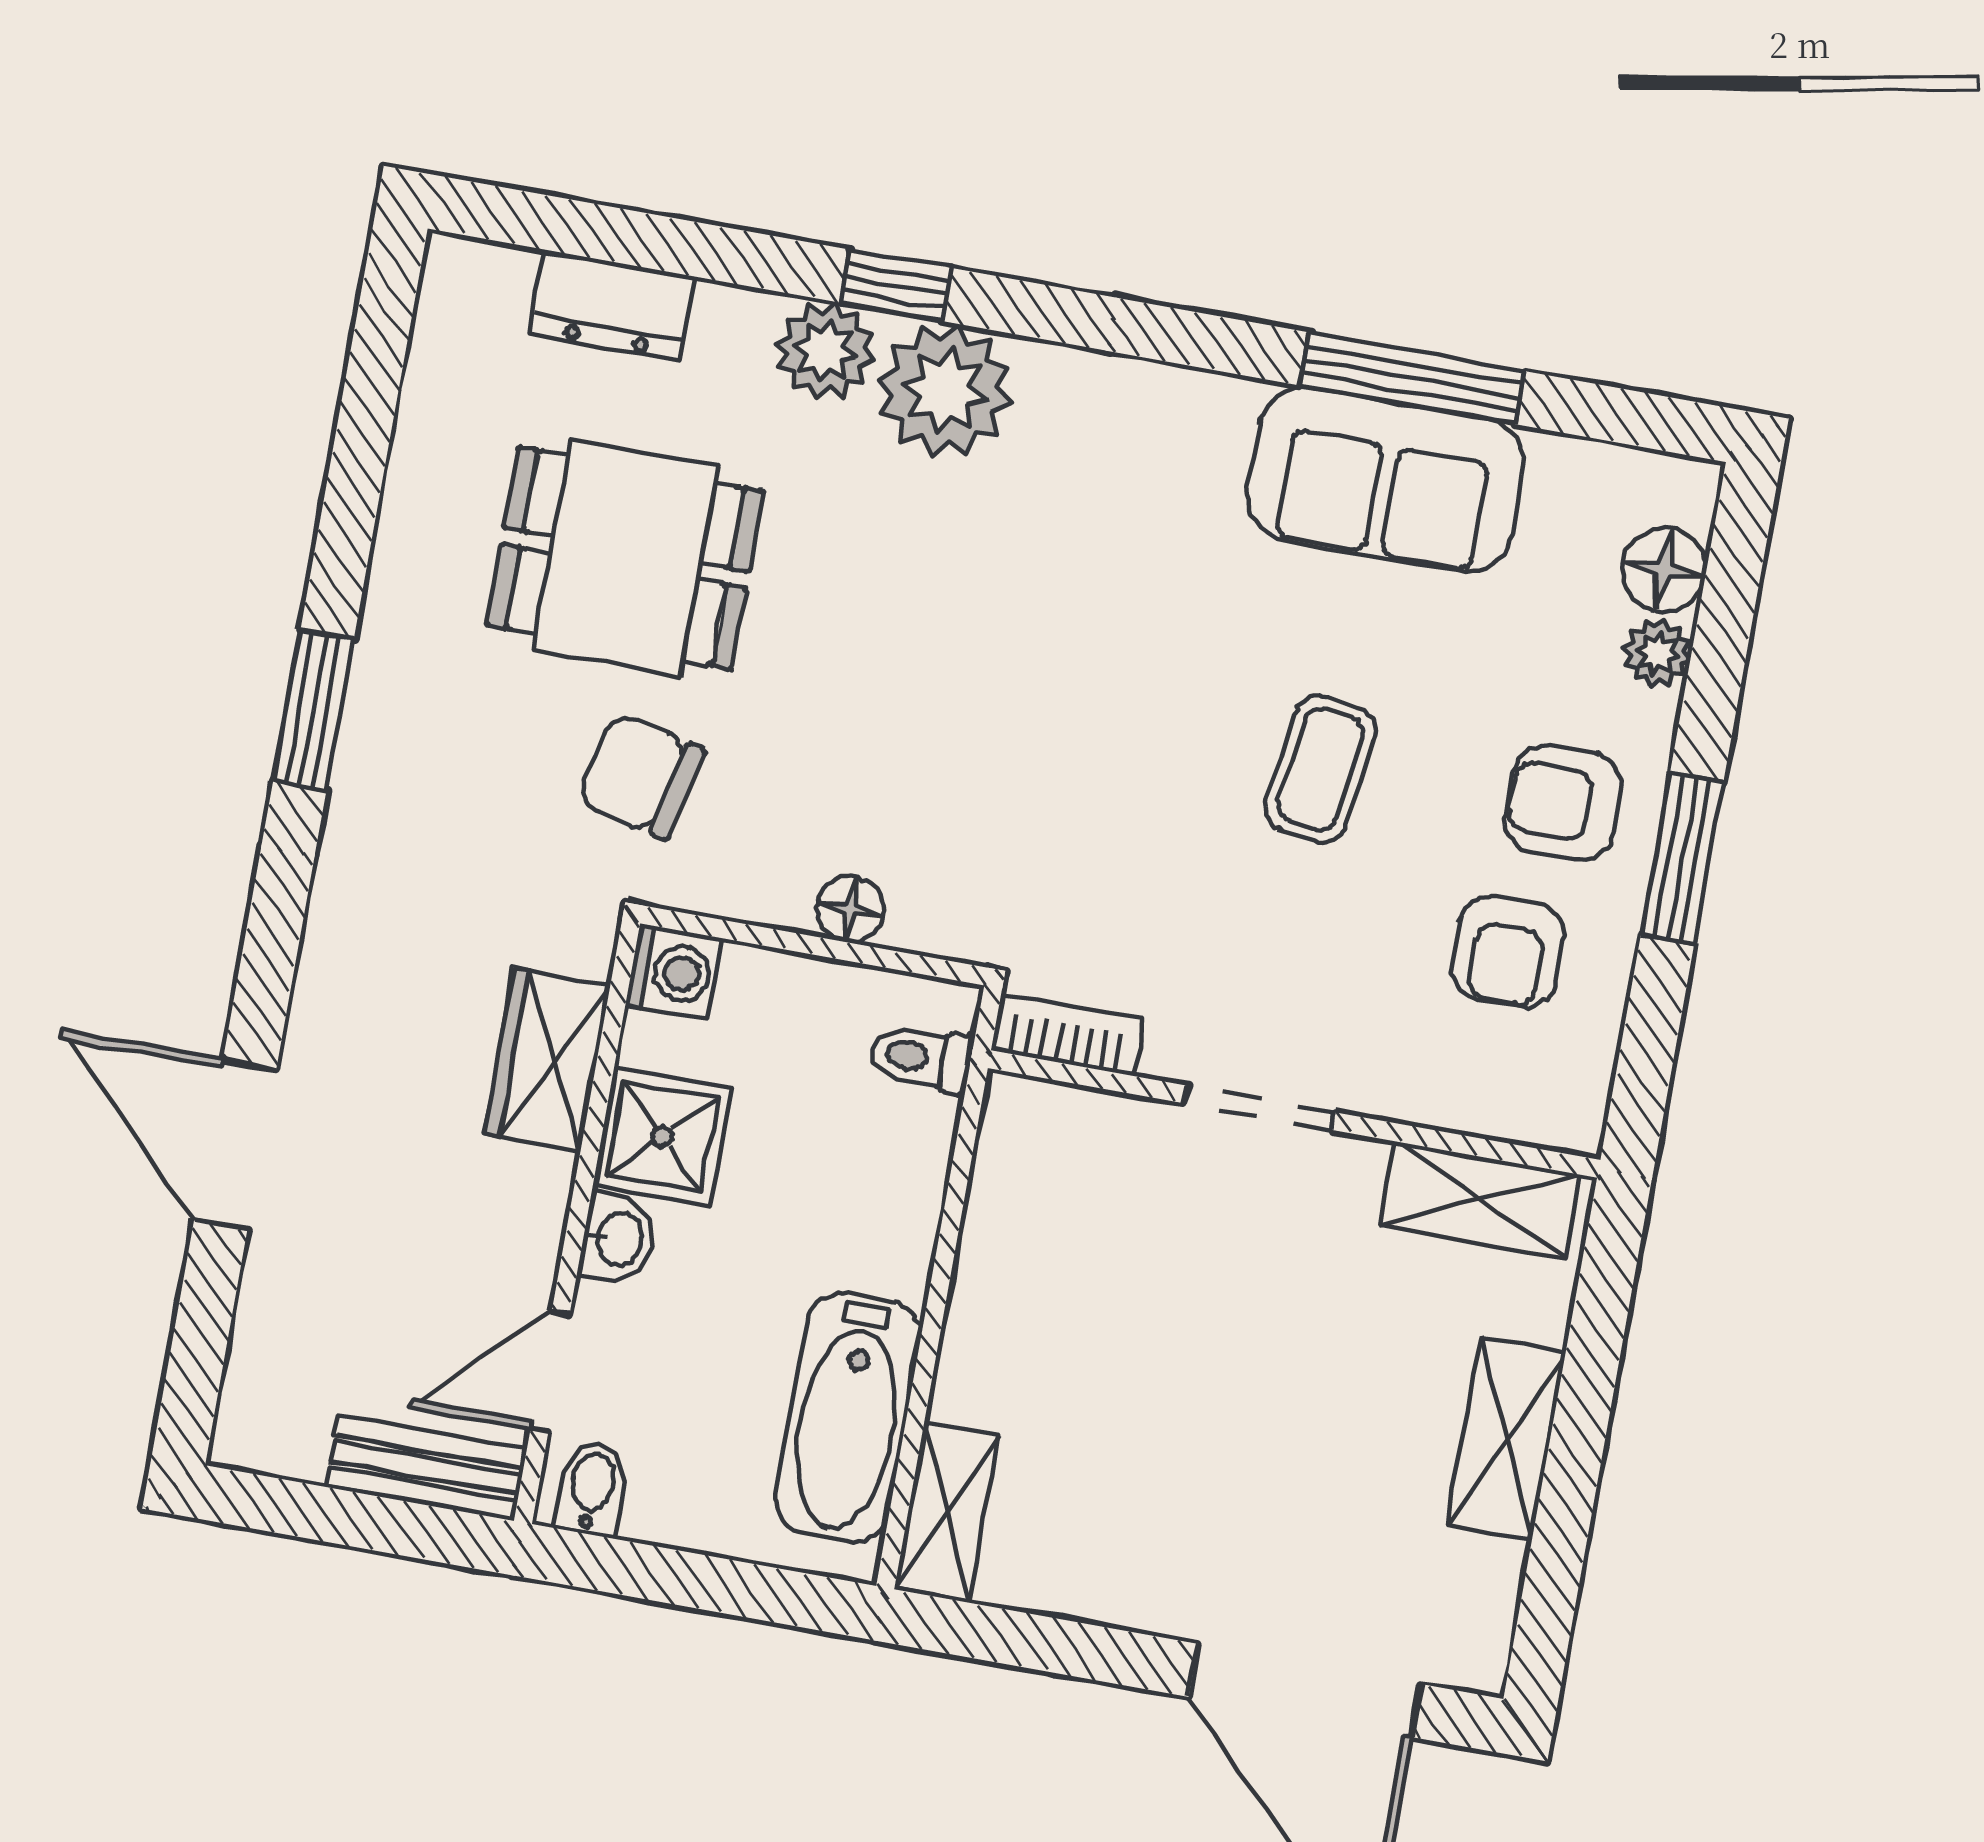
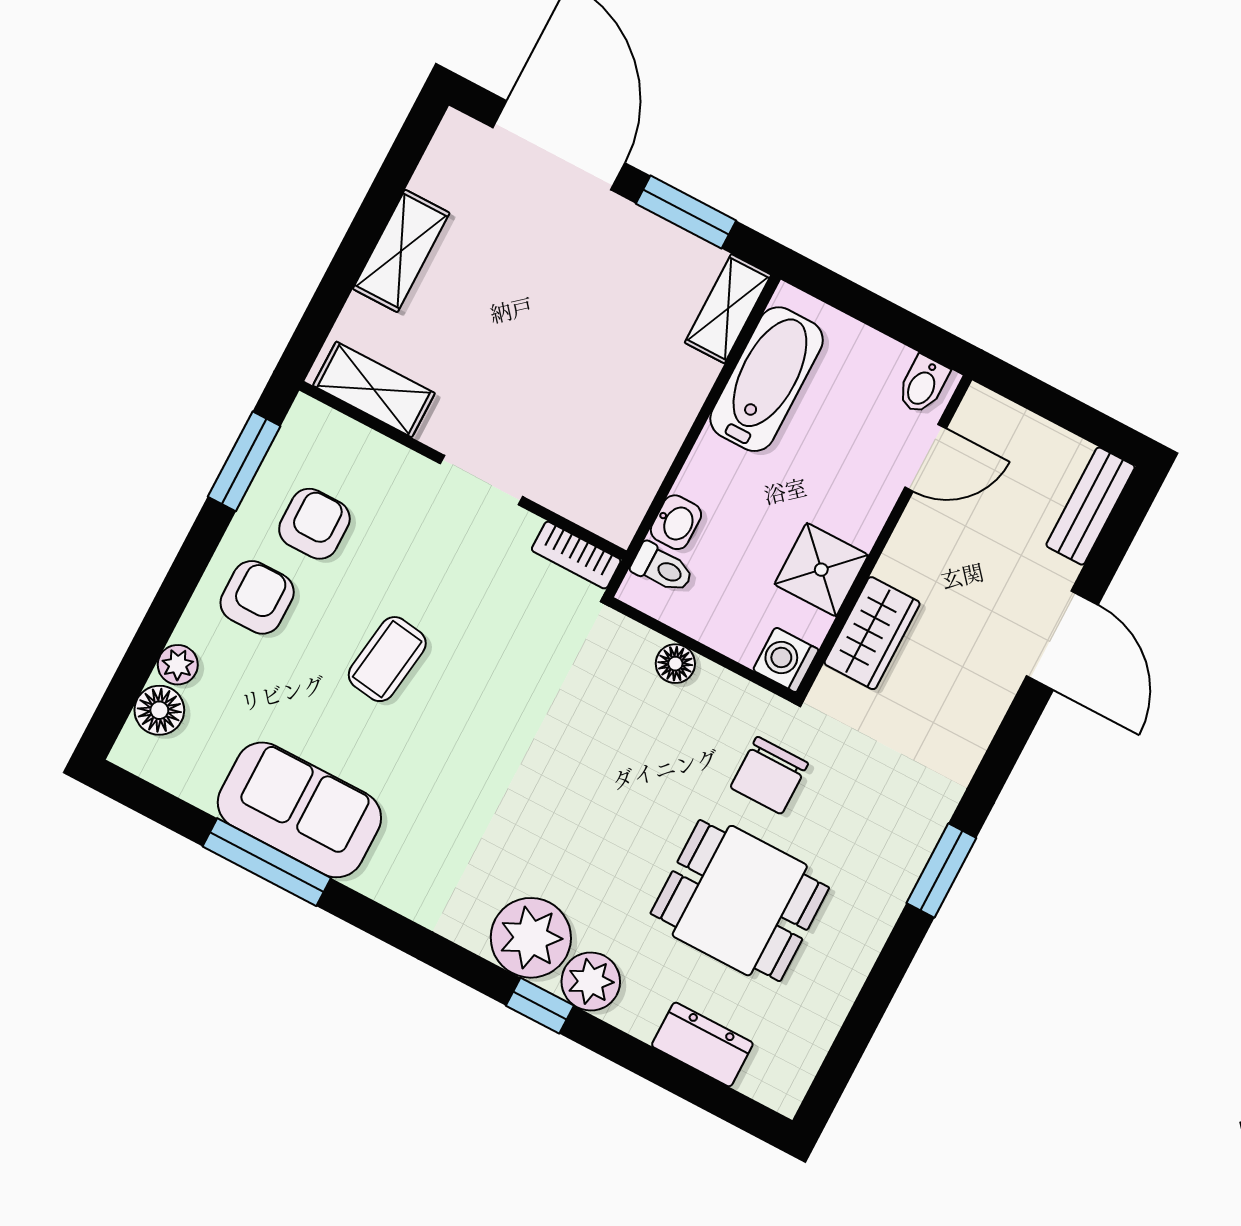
chair: (641, 776) -> (769, 775), turned 77
armchair: (1563, 803) -> (257, 597), turned -90
window: (1682, 858) -> (244, 461), moved
washbasin: (618, 1239) -> (676, 522), moved, turned 180
bench: (426, 1468) -> (1091, 506), moved, turned 90
window: (1064, 1647) -> (686, 212), added

